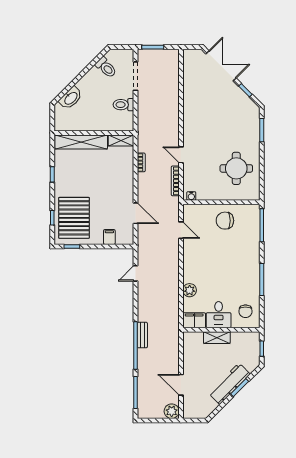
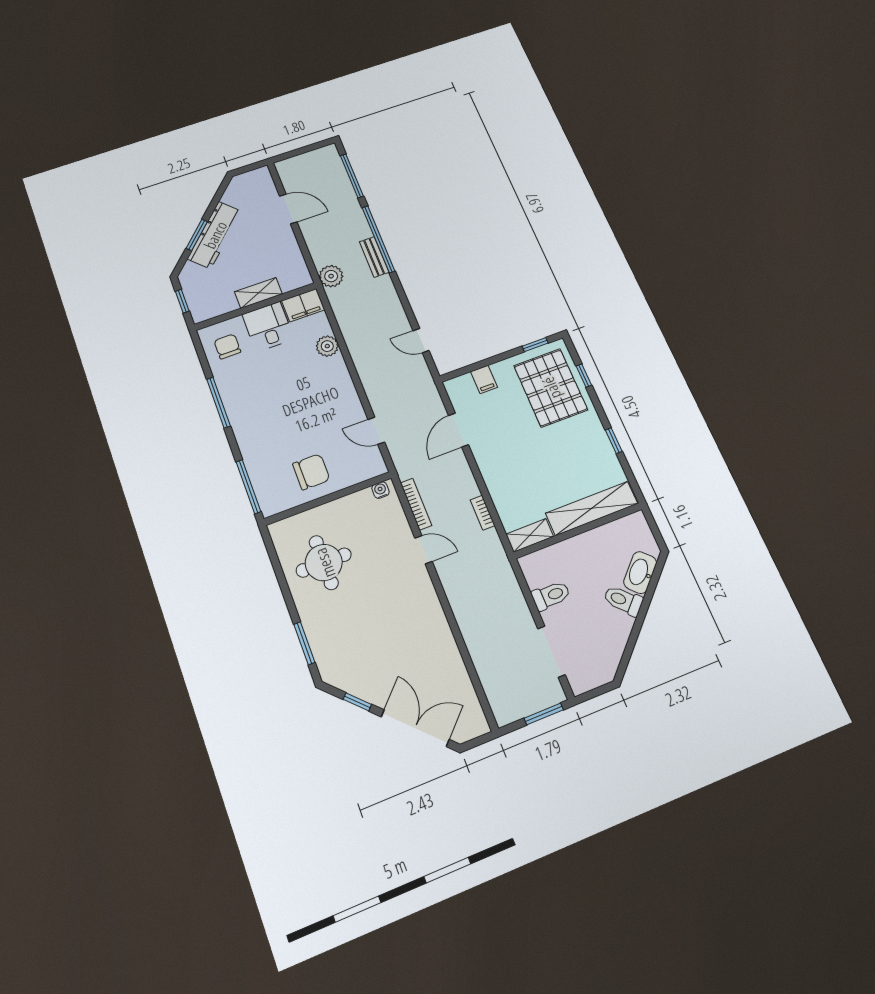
double door: (221, 66) -> (415, 728), swing flipped
toilet: (106, 68) -> (623, 601), moved
door: (136, 213) -> (459, 430), hinge flipped
door: (136, 273) -> (421, 341), swing flipped
plant: (172, 411) -> (331, 276), moved

